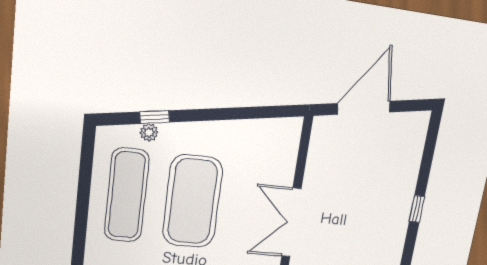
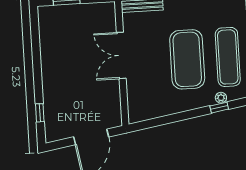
window: (417, 209) -> (40, 113), moved
double door: (291, 223) -> (121, 55), swing flipped

